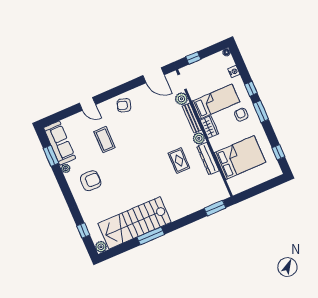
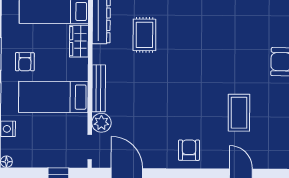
armchair: (124, 105) -> (189, 150), turned -107
wardrobe: (209, 127) -> (79, 41), moved
plant: (199, 138) -> (101, 54), removed

